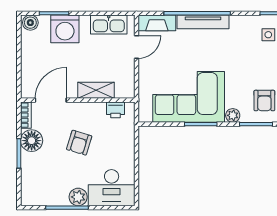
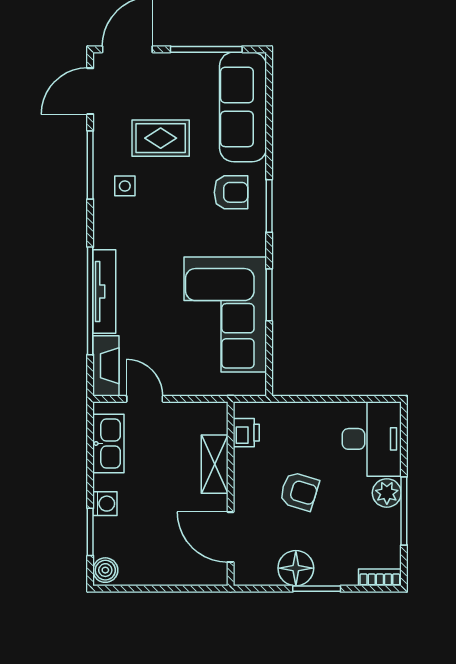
washing machine: (65, 29) -> (105, 504), width x0.53, depth x0.53
bookcase: (26, 115) -> (380, 577), moved
plant: (233, 115) -> (255, 243), removed

